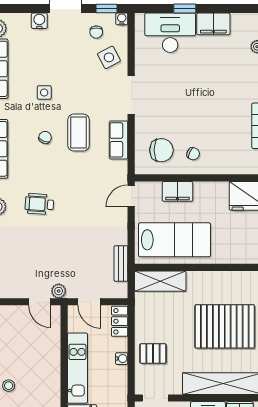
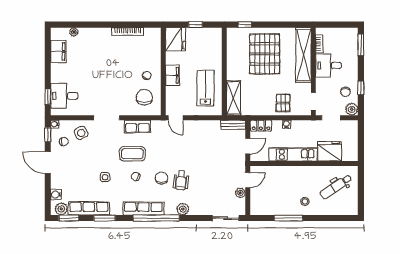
window: (185, 9) -> (48, 97), moved
water cooler: (39, 21) -> (56, 195), moved
filing cabinet: (213, 24) -> (58, 51), moved
desk: (170, 33) -> (64, 96), width x0.73
chair: (43, 175) -> (161, 178), added
filing cabinet: (177, 191) -> (172, 75), moved
lab bench: (175, 240) -> (205, 88), width x0.73, depth x0.72
bench: (121, 264) -> (233, 125), moved
plant: (59, 291) -> (240, 193), moved

